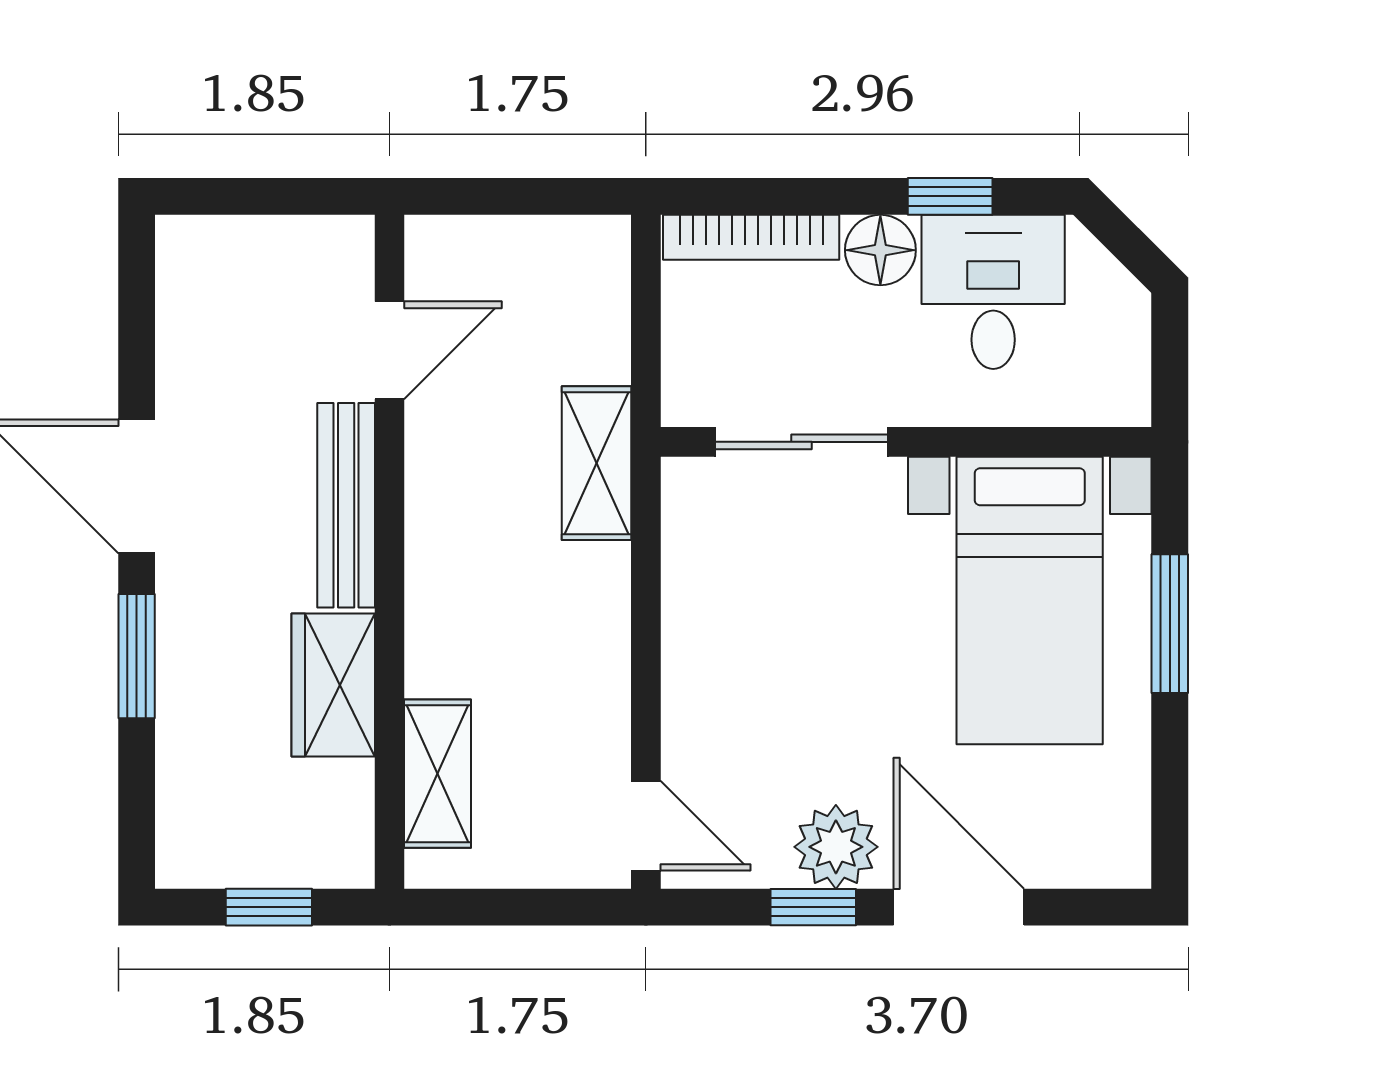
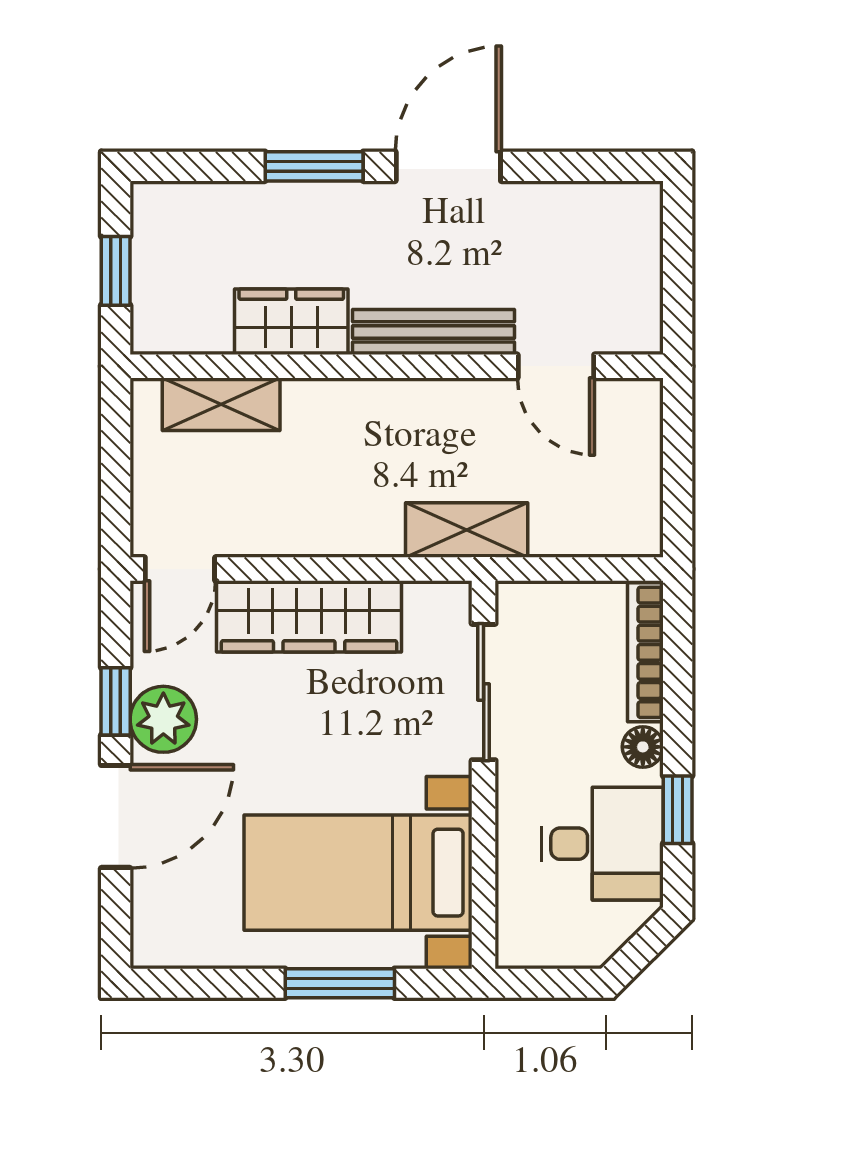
floor lamp: (880, 250) -> (643, 747), width x0.73, depth x0.73
wardrobe: (706, 663) -> (309, 616), added

